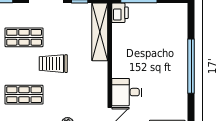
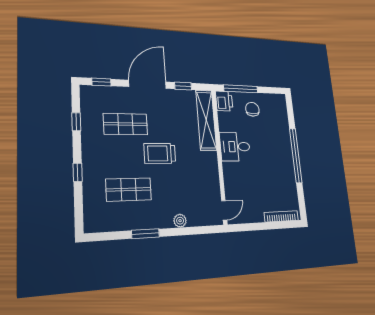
chair: (149, 20) -> (252, 109), added
desk: (127, 92) -> (235, 147), moved

